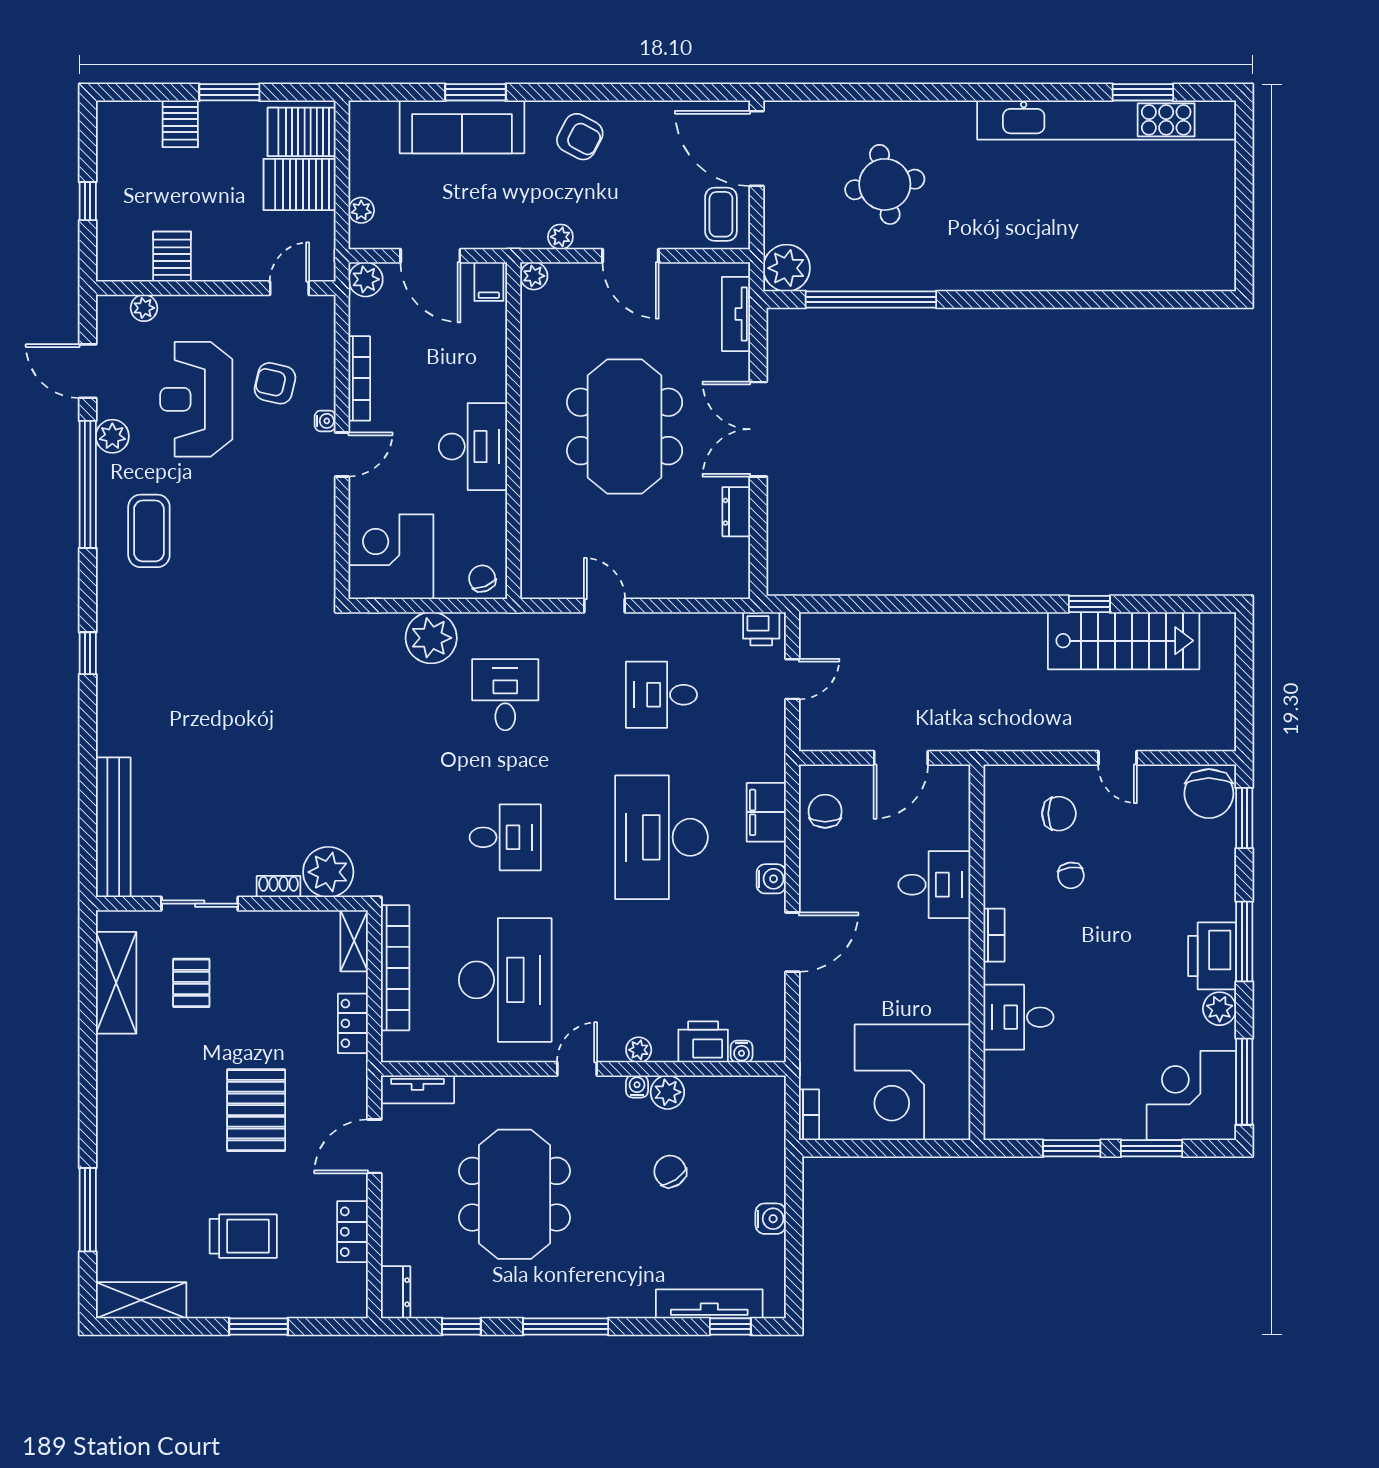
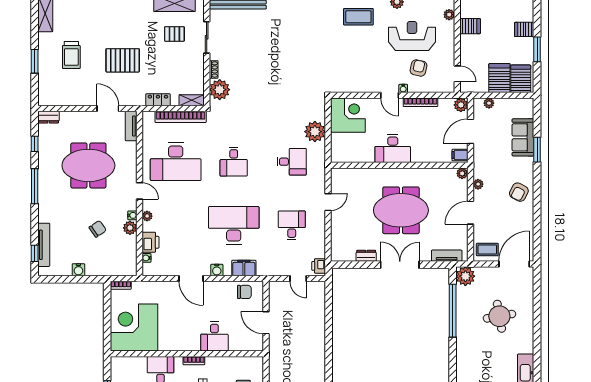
sofa: (462, 127) -> (523, 137), width x0.73
chair: (482, 579) -> (339, 152), removed
locker: (352, 1232) -> (73, 100), removed

